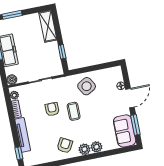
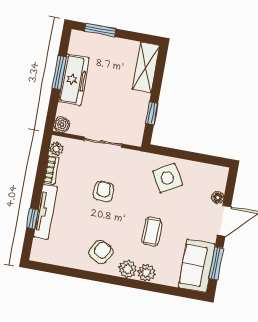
coffee table: (74, 111) -> (152, 232), moved
window: (19, 153) -> (32, 219), moved

